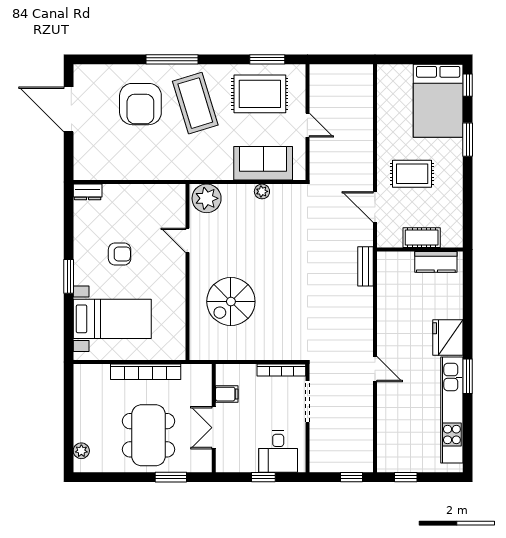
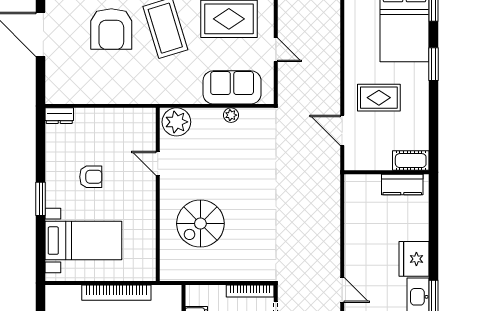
cot: (422, 238) -> (411, 161), moved
bench: (365, 266) -> (333, 189), removed

